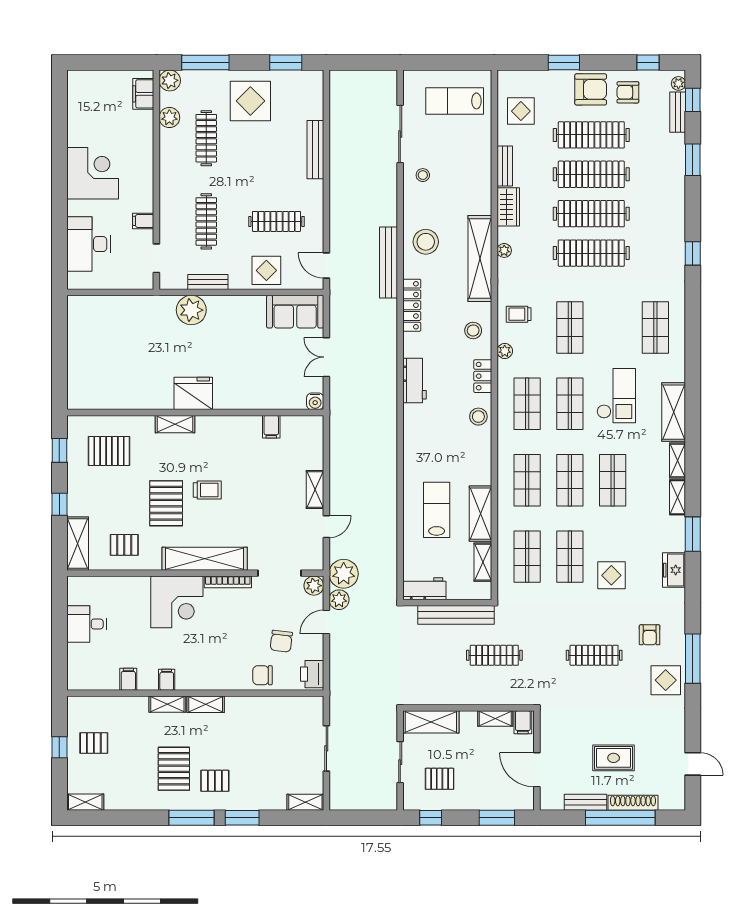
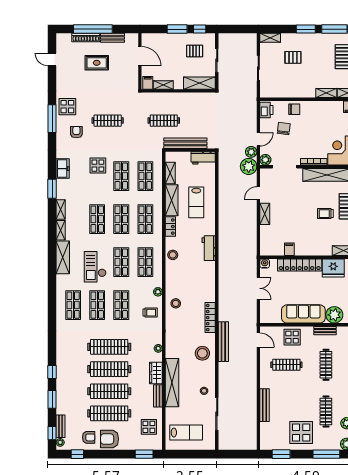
window: (564, 63) -> (144, 454), moved
window: (693, 253) -> (52, 372), moved
shelving: (480, 259) -> (172, 383), moved
sofa: (295, 312) -> (303, 314), moved, width x1.36
shop shelf: (613, 327) -> (97, 305), added
locker: (483, 376) -> (170, 227), moved
workbench: (414, 380) -> (209, 248), moved
locker: (253, 399) -> (300, 265), added
pallet: (215, 781) -> (293, 57), moved
window: (497, 818) -> (177, 29), moved

